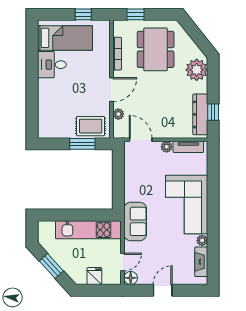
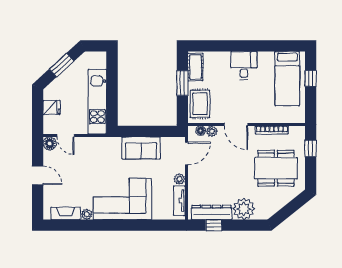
window: (83, 14) -> (311, 78), moved
desk: (52, 65) -> (244, 66), moved
plant: (197, 70) -> (244, 209), moved
floor lamp: (118, 125) -> (201, 131), added
cot: (53, 131) -> (195, 67), added
window: (82, 144) -> (182, 83), moved
sofa: (135, 221) -> (141, 148), moved

